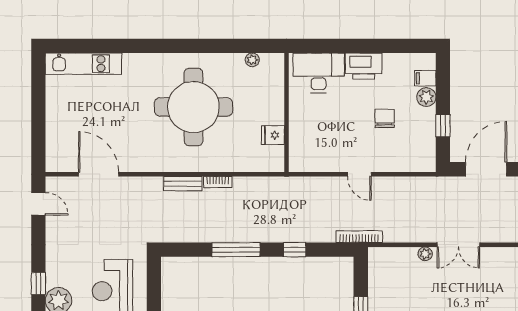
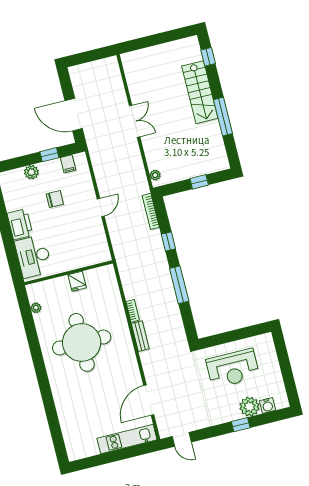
kitchen unit: (83, 64) -> (127, 439), moved, turned -90
filing cabinet: (425, 78) -> (68, 164), moved
chair: (385, 118) -> (55, 199), turned 180
fridge: (273, 135) -> (77, 281), moved
door: (38, 204) -> (182, 439), swing flipped
bookcase: (359, 237) -> (151, 211), moved
plant: (425, 254) -> (155, 175), moved

